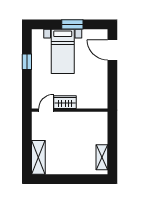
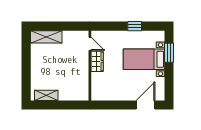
window: (72, 24) -> (169, 53), moved

